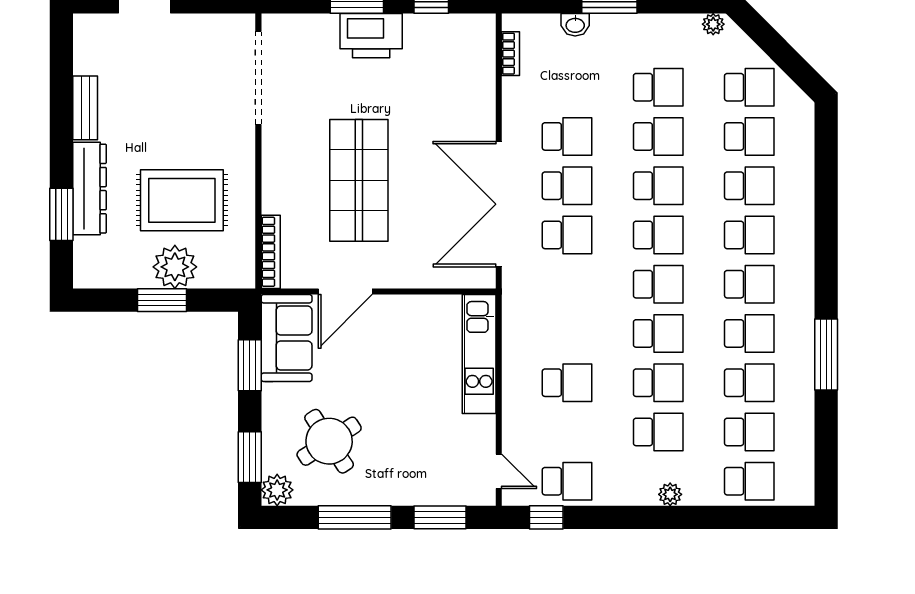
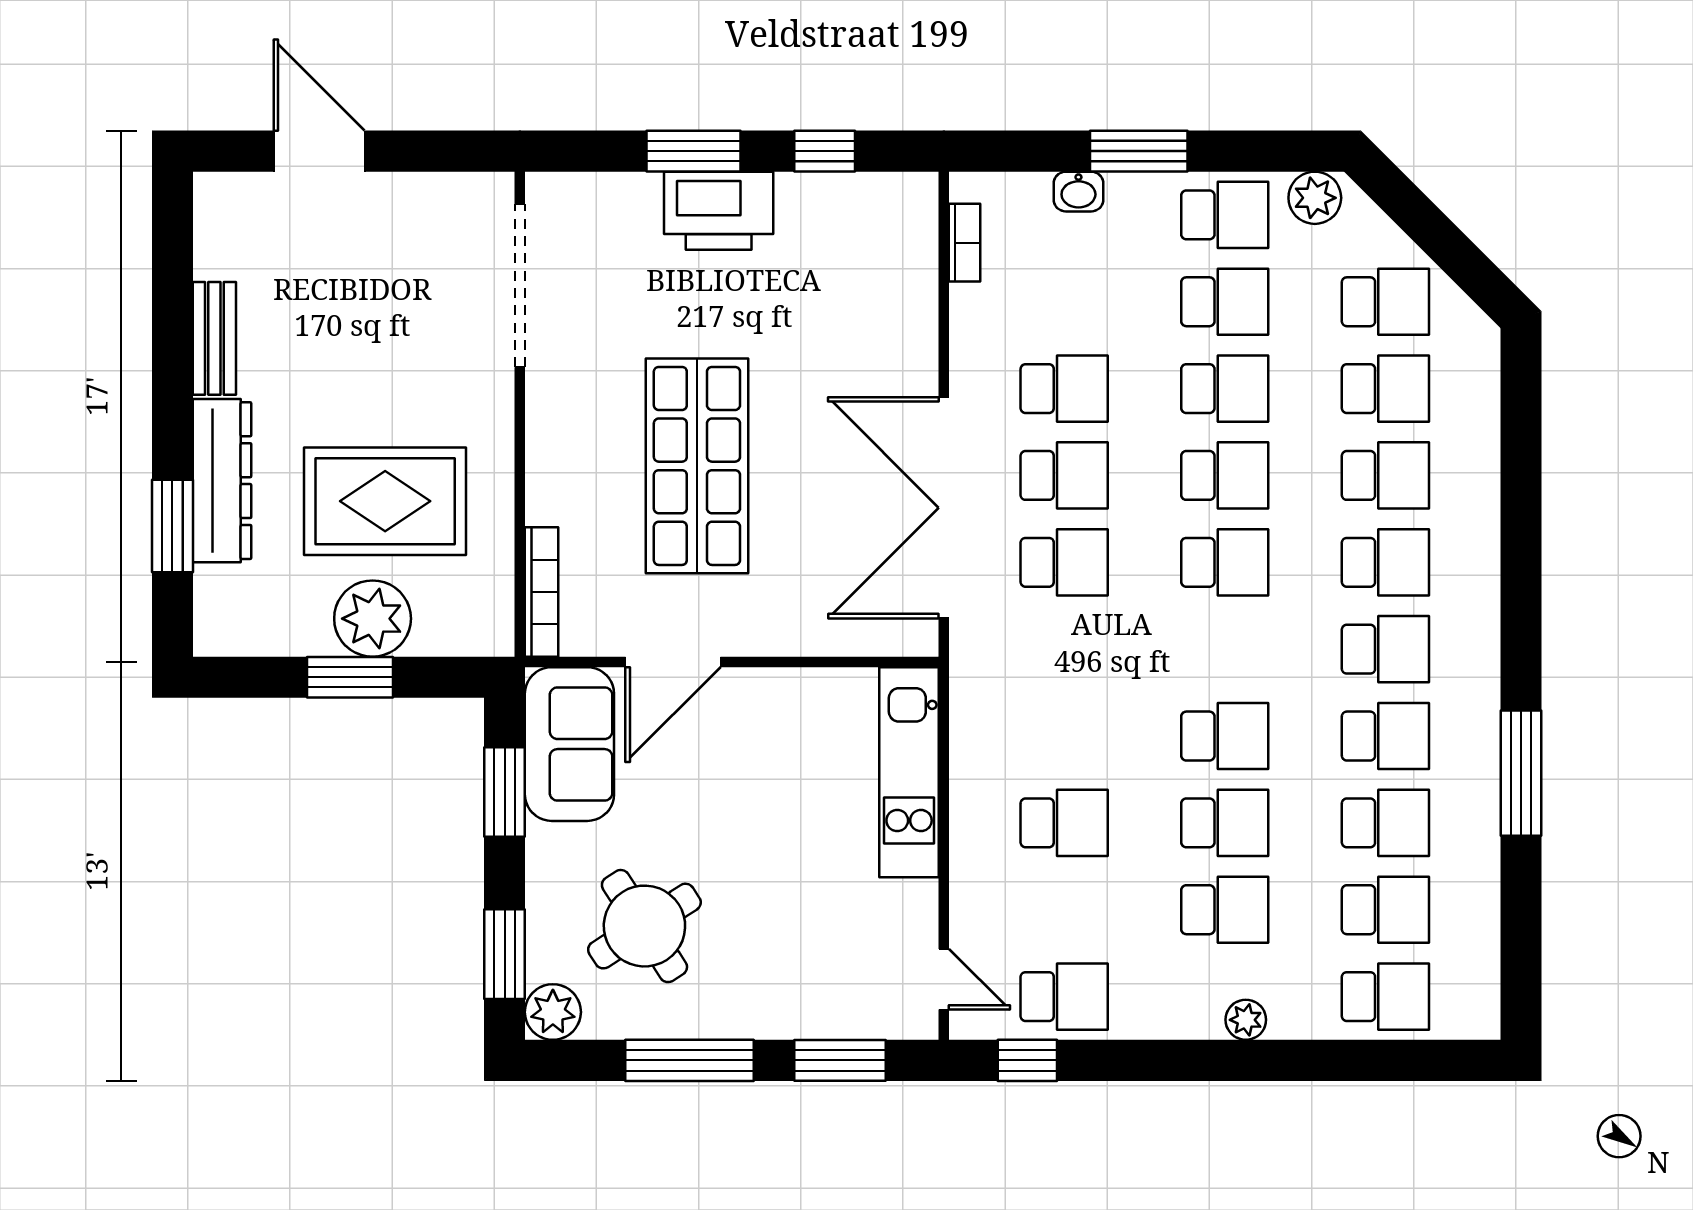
plant: (713, 24) -> (1315, 198), width x1.38, depth x1.38
school desk: (658, 284) -> (1225, 215), moved

